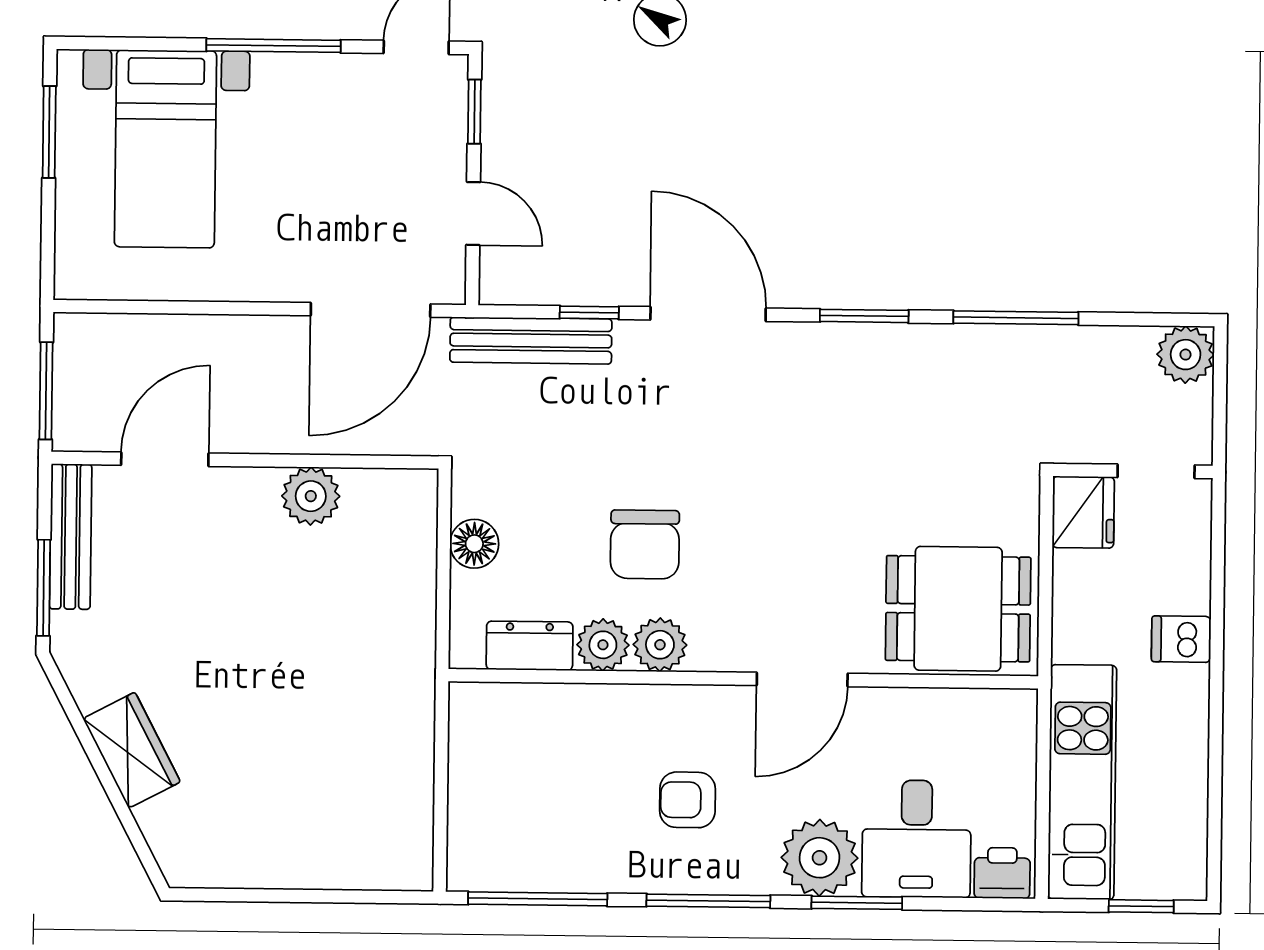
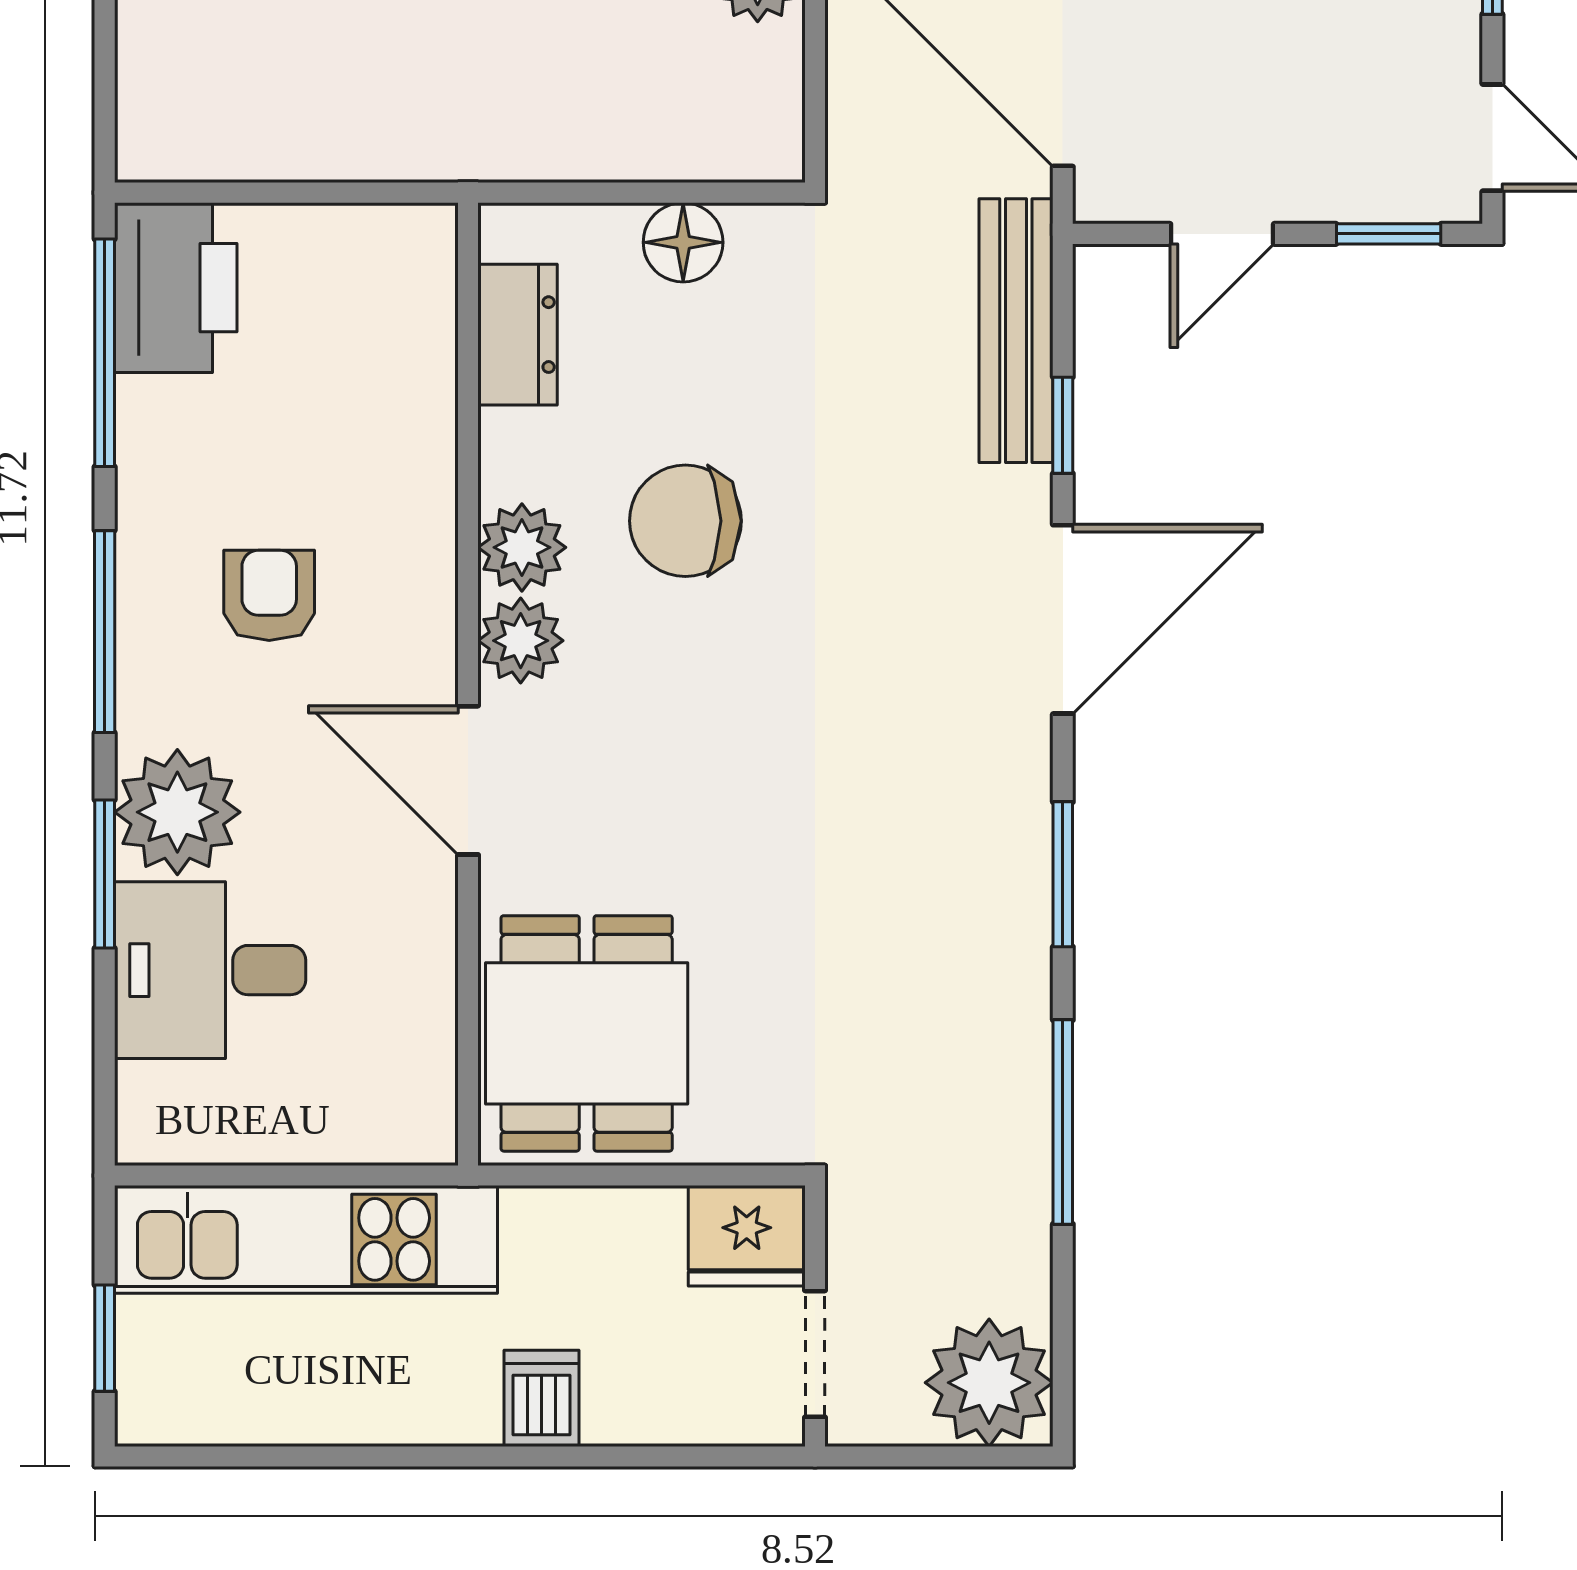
plant: (1186, 355) -> (989, 1383), width x1.36, depth x1.36
plant: (603, 645) -> (521, 641), moved
printer: (1002, 873) -> (176, 288), moved, width x1.87, depth x1.48

